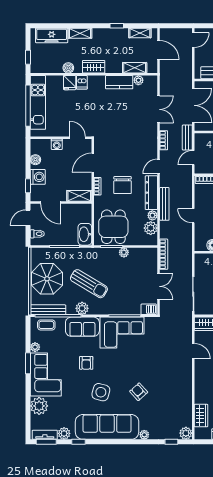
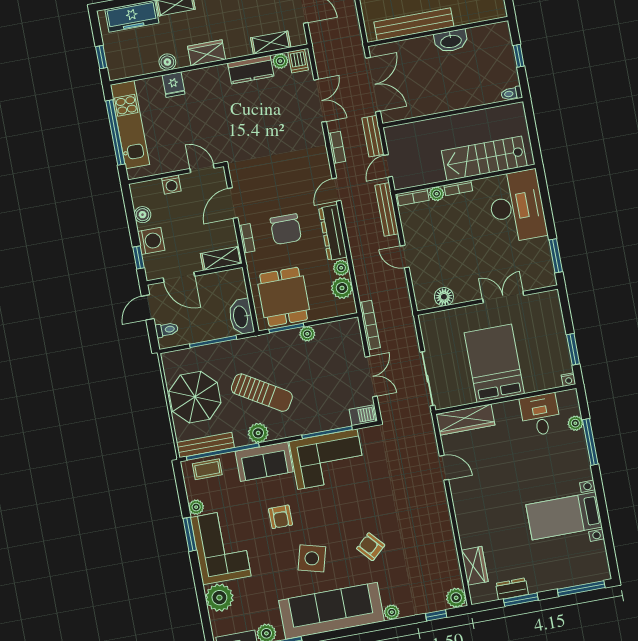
dishwasher: (82, 82) -> (298, 61), moved
bench: (164, 204) -> (387, 209), moved

